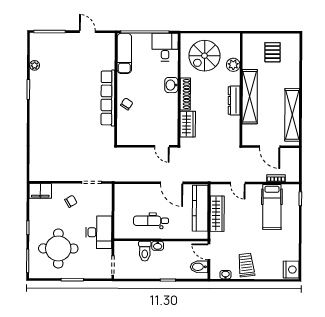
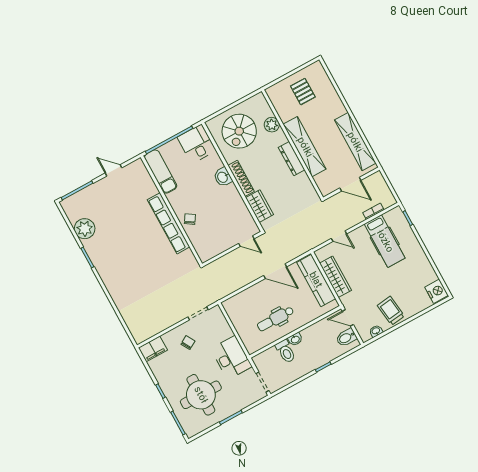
plant: (35, 65) -> (85, 229), width x1.88, depth x1.88

